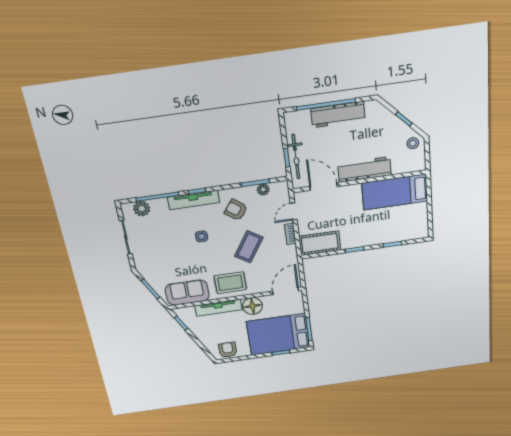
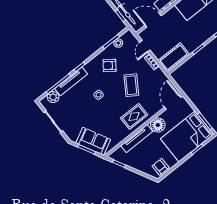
tv unit: (193, 200) -> (71, 81), moved
sofa: (187, 293) -> (93, 141), moved, turned 62

